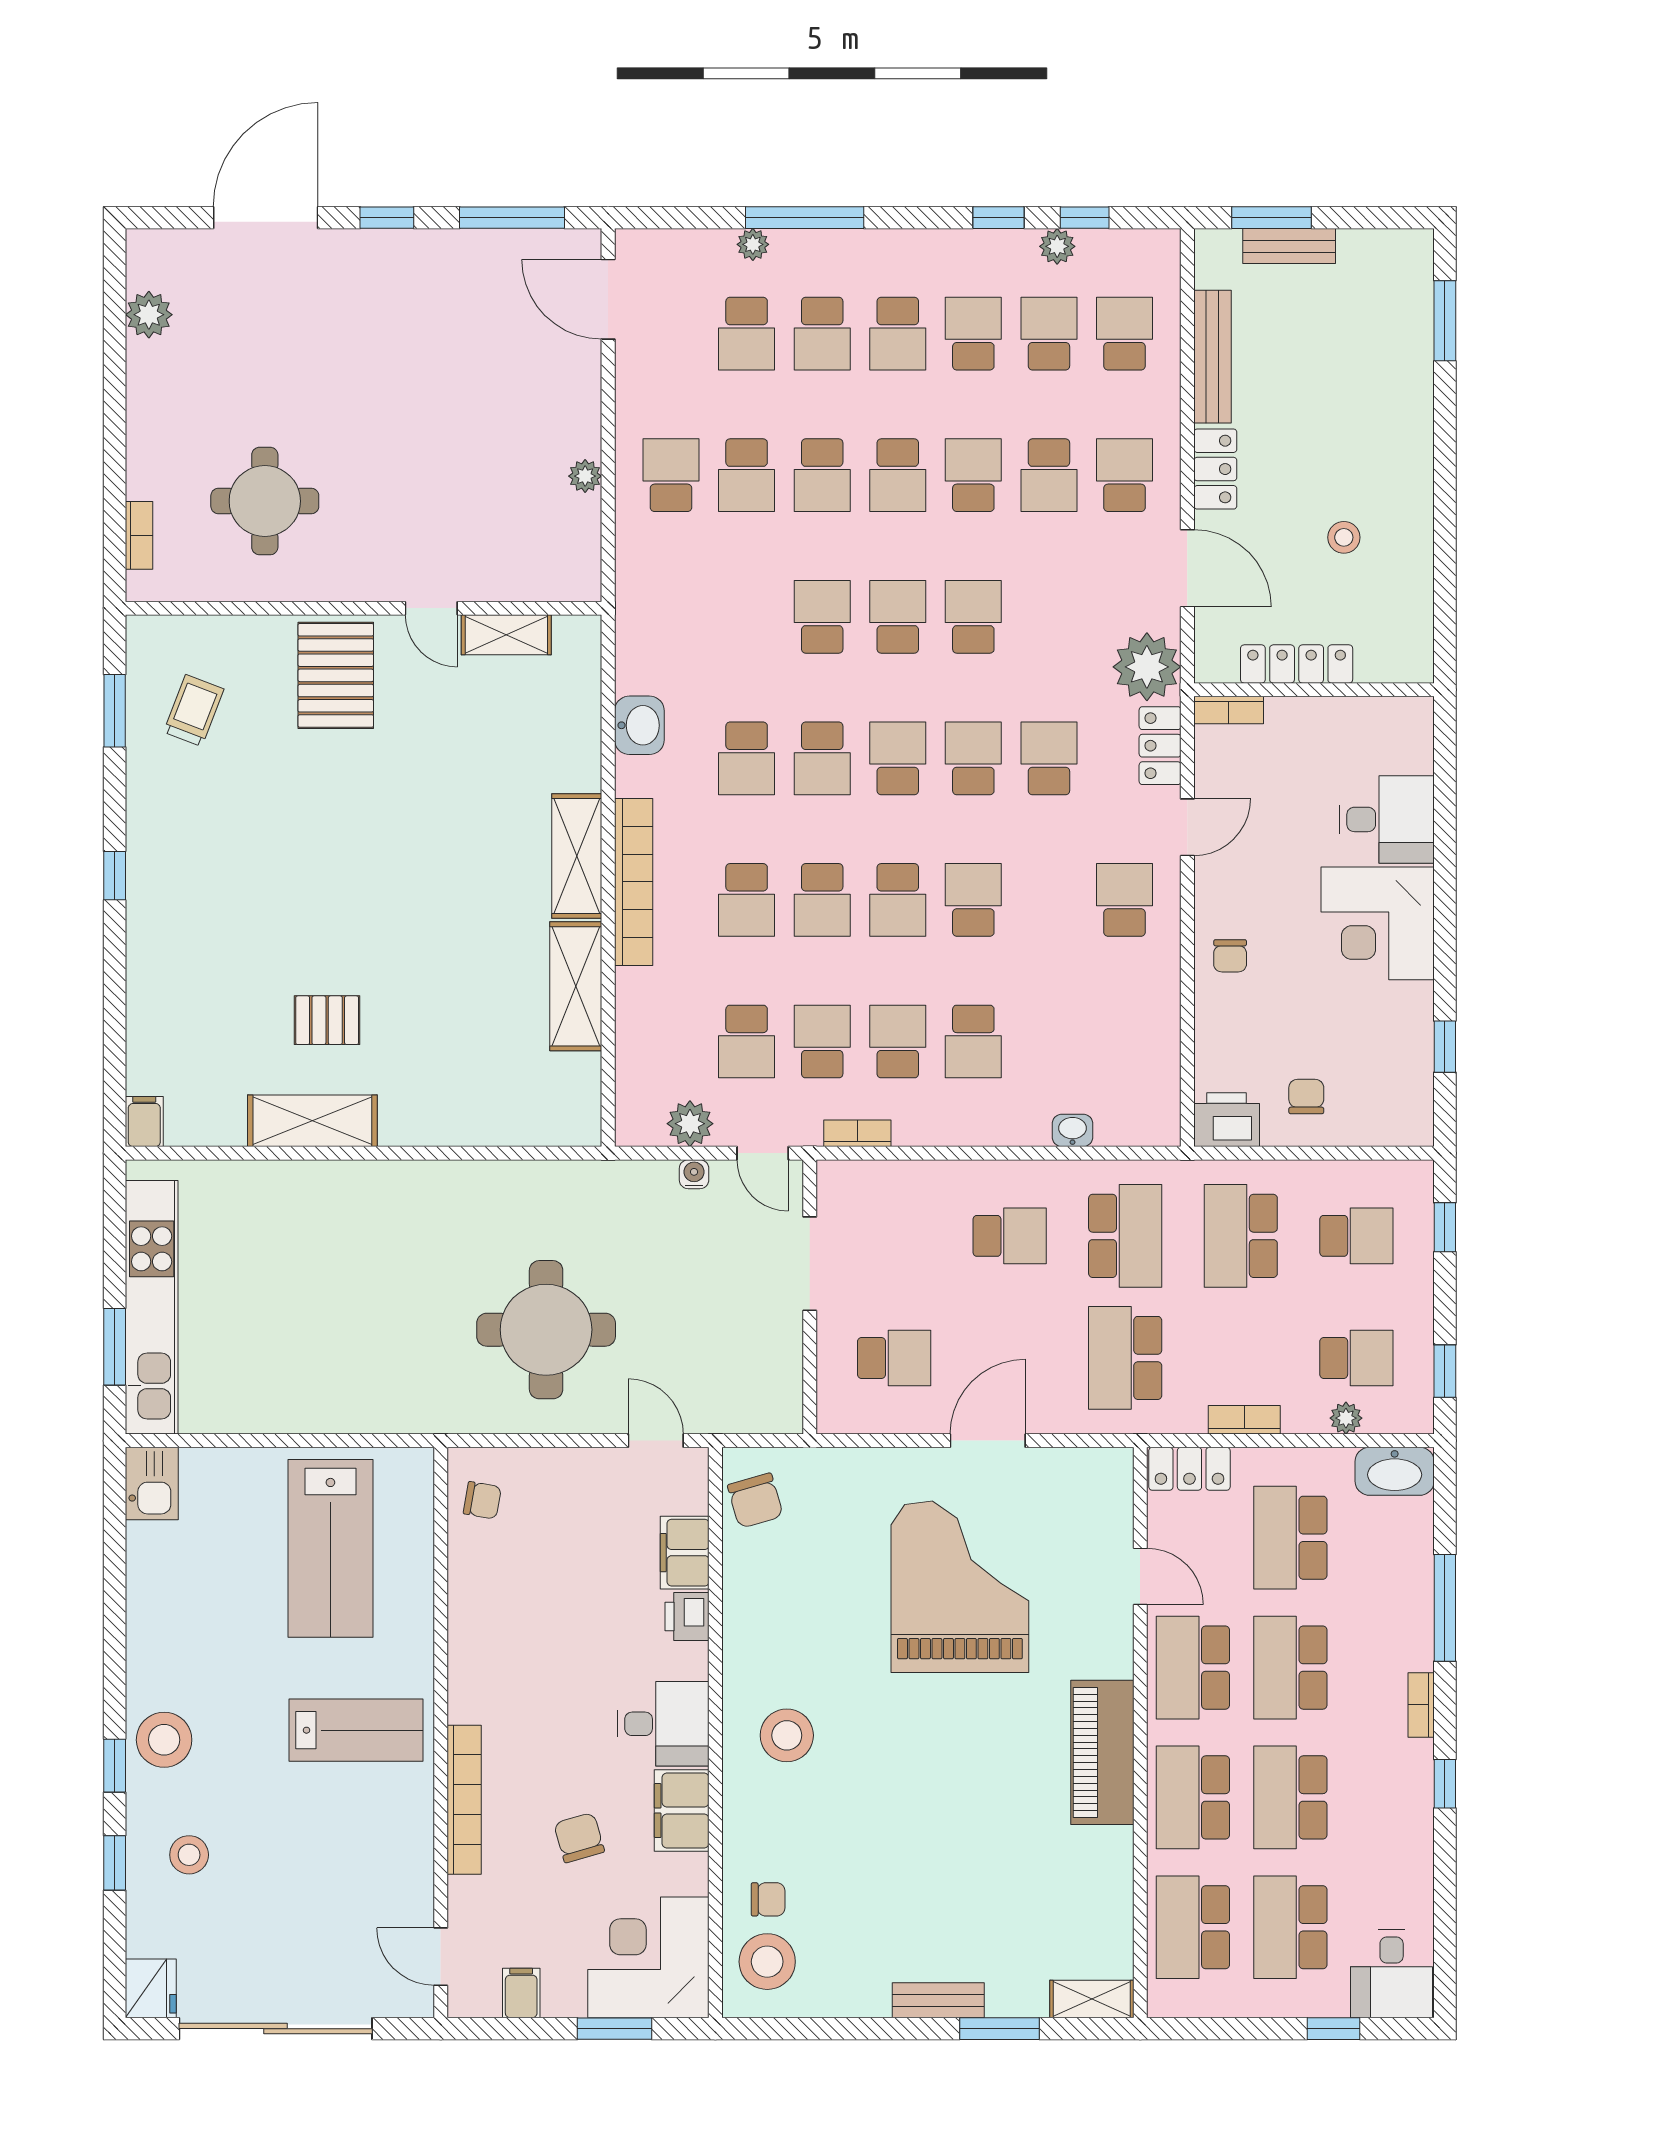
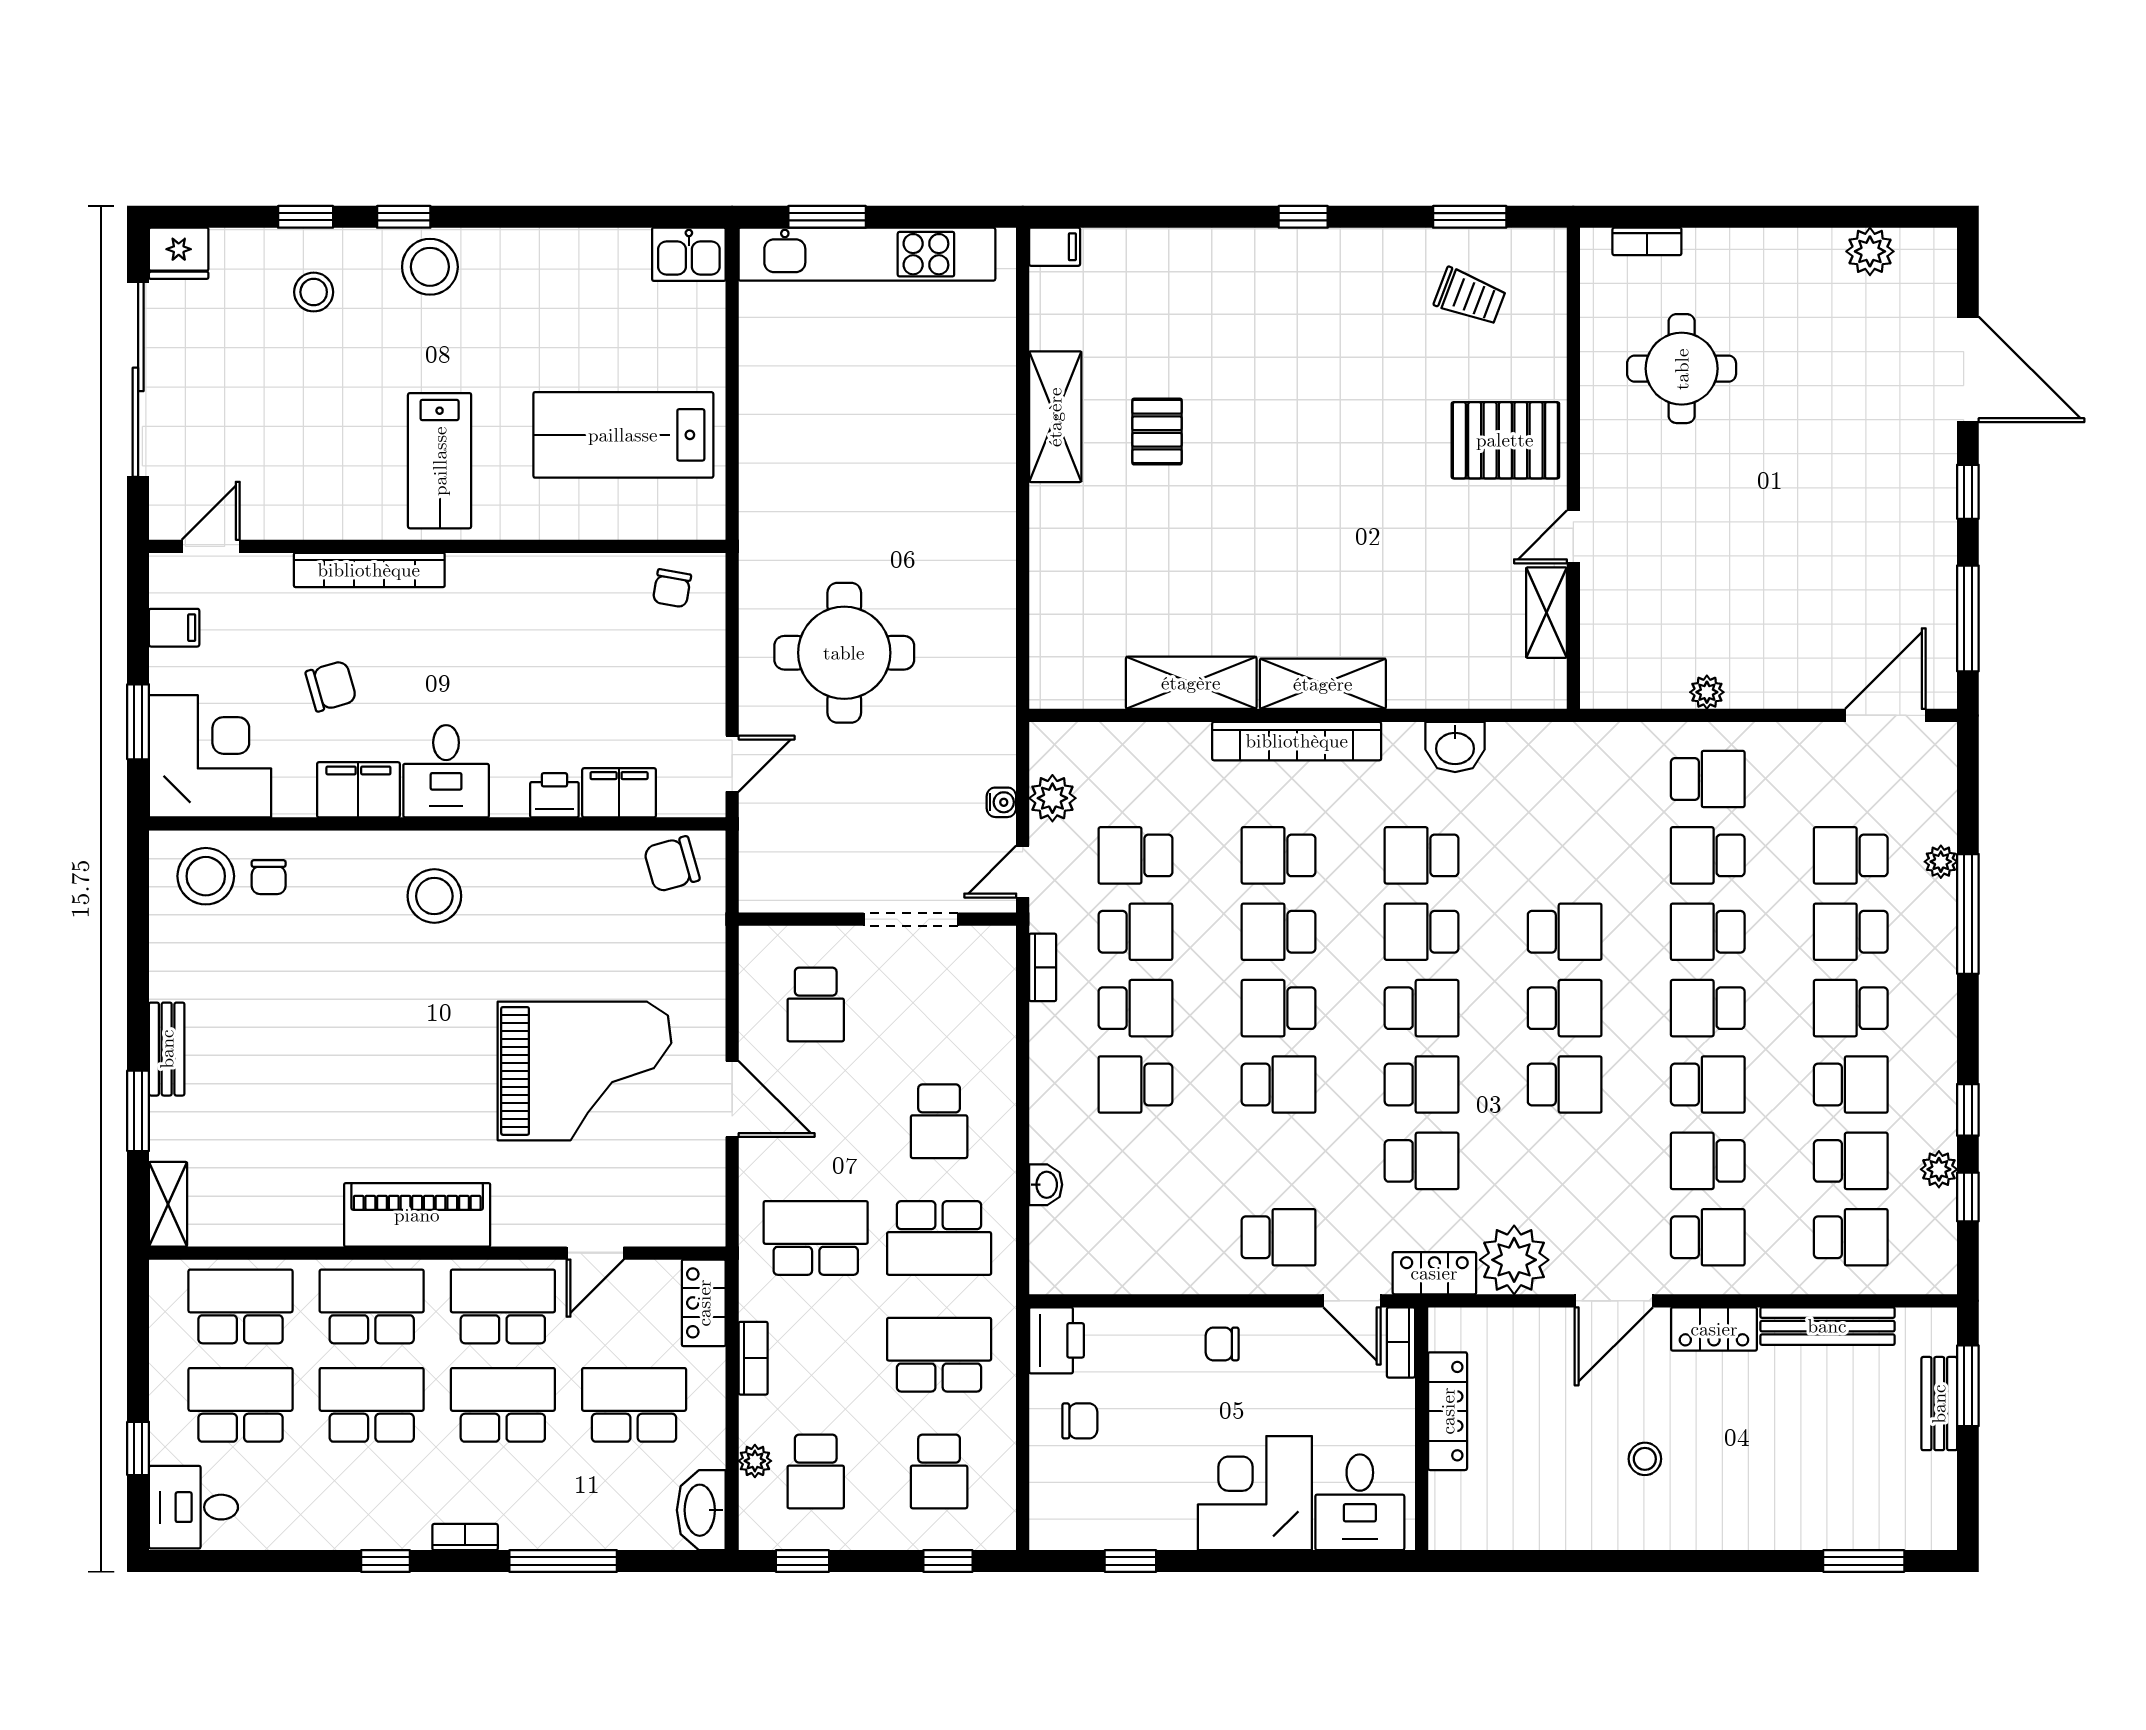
locker: (1297, 664) -> (1448, 1411), moved
wall: (1314, 690) -> (1422, 1429), moved
bookcase: (1229, 710) -> (1401, 1342), moved

